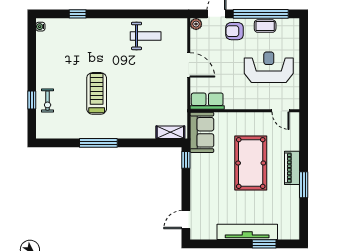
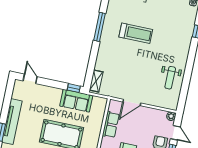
door: (189, 65) -> (132, 102), moved
row of seats: (207, 101) -> (111, 125), moved
sofa: (202, 132) -> (76, 101), moved

